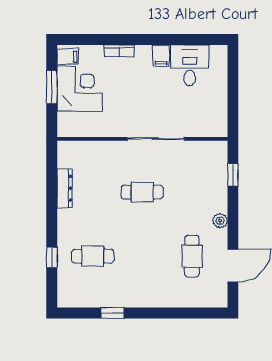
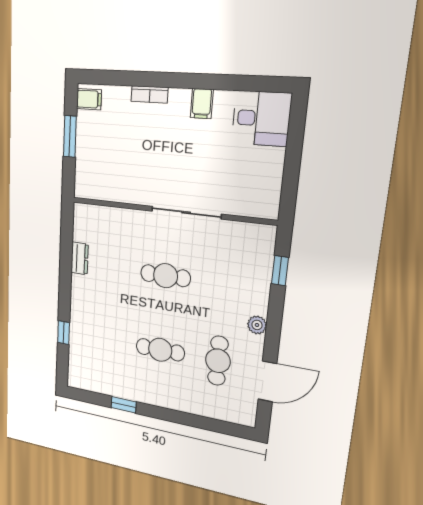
desk: (190, 65) -> (261, 118), moved, turned 90
corner desk: (80, 89) -> (101, 141), removed
dresser: (65, 188) -> (80, 258), width x0.70
cafe table: (93, 256) -> (160, 350), moved

